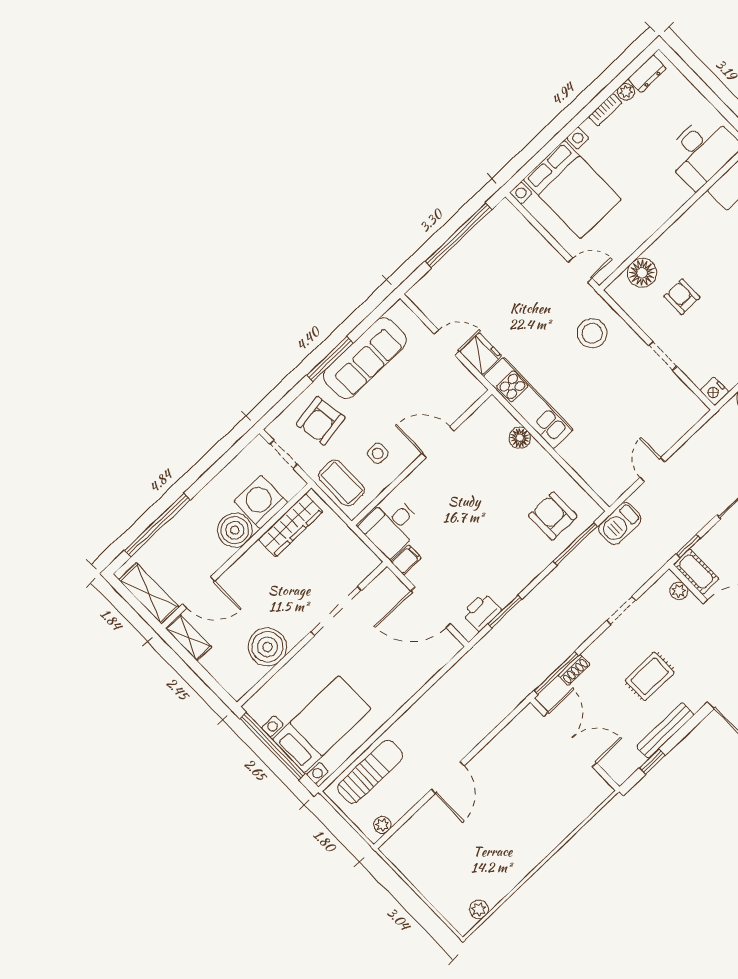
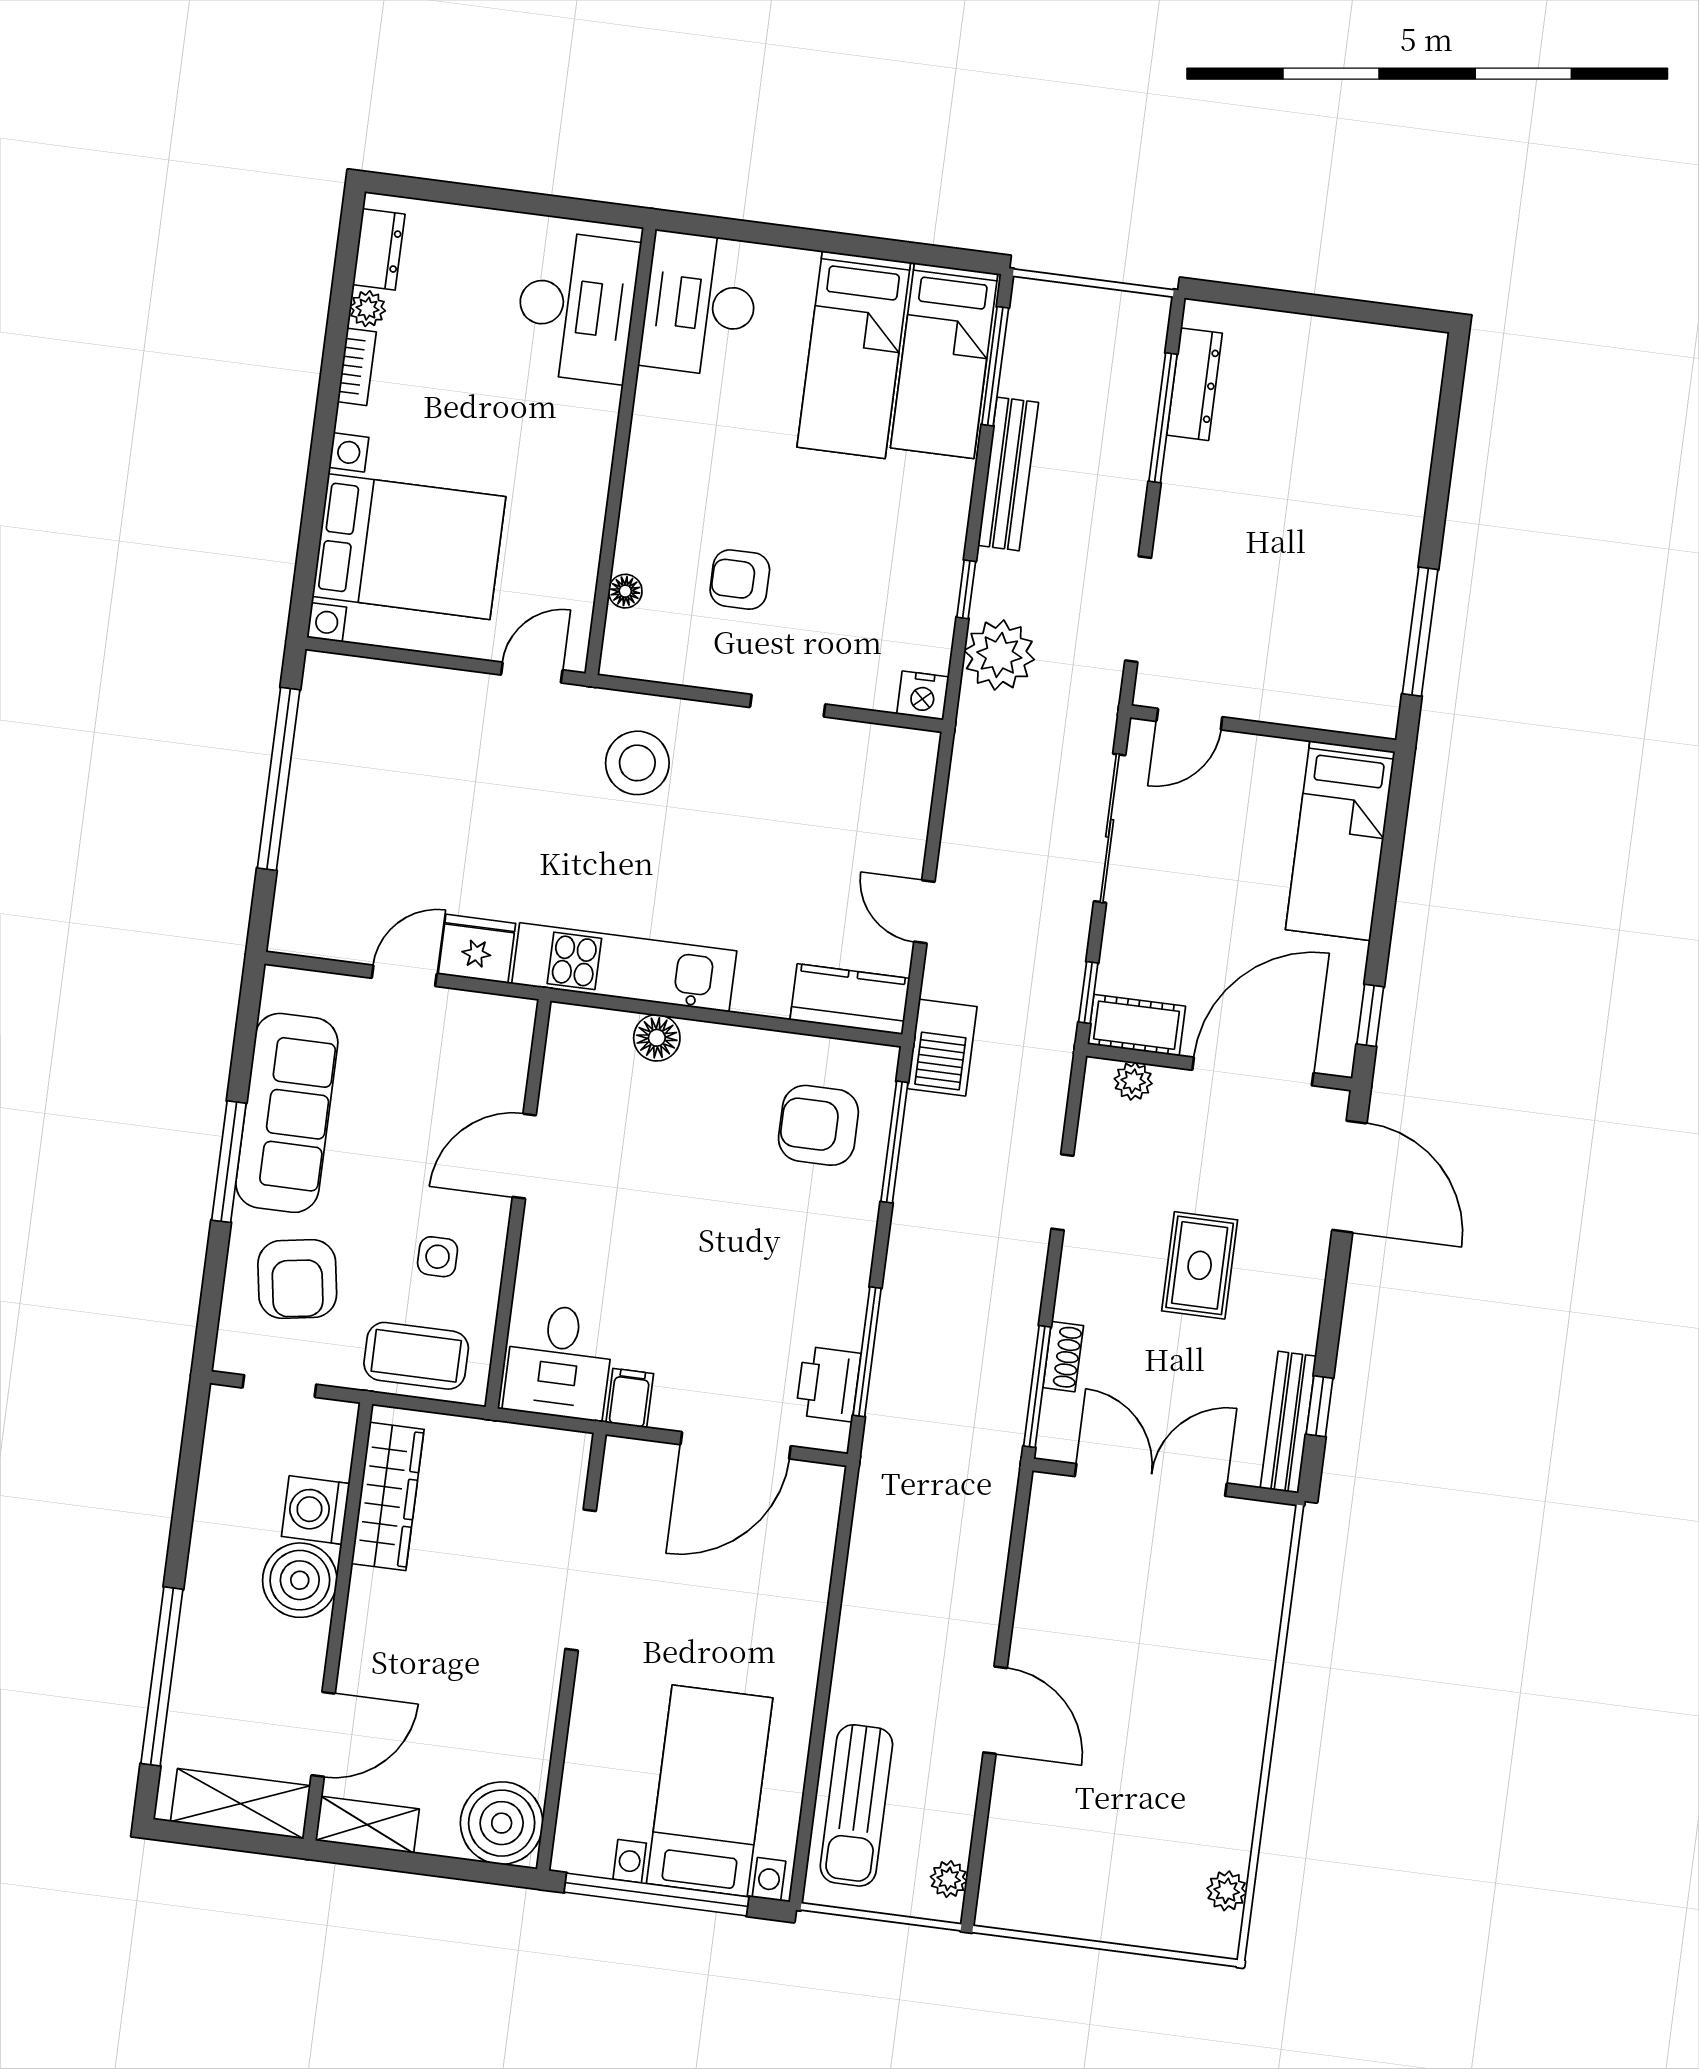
floor lamp: (642, 273) -> (625, 591), width x0.53, depth x0.53
kitchen counter: (600, 480) -> (850, 999), added
washing machine: (261, 502) -> (316, 1510), width x0.73, depth x0.73
window: (505, 612) -> (867, 1352), width x1.44
boiler: (267, 647) -> (502, 1823), moved
bench: (665, 730) -> (1288, 1422), moved
sun lounger: (370, 772) -> (856, 1805), turned 180

